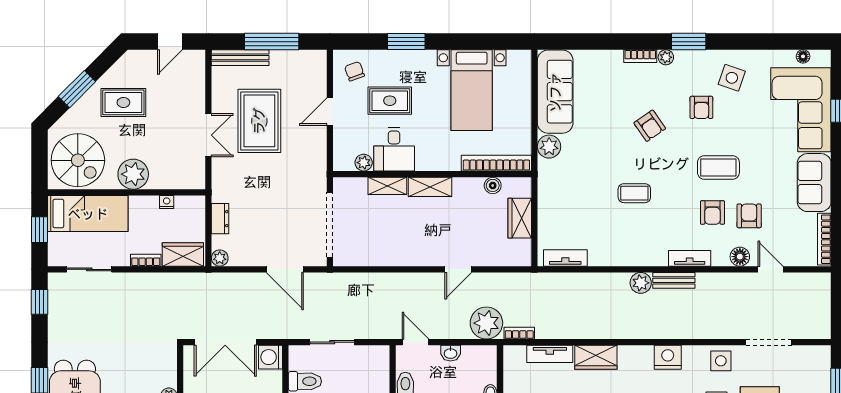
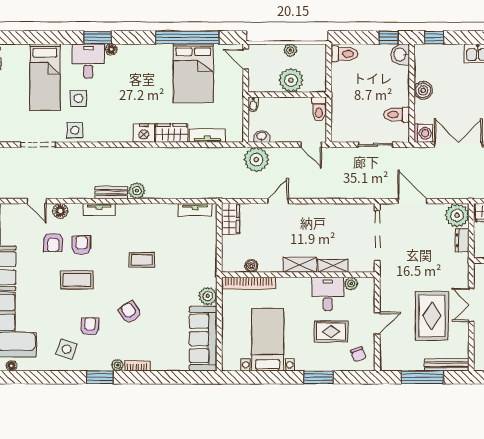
wardrobe: (520, 218) -> (230, 219), moved
plant: (220, 258) -> (457, 215), width x1.88, depth x1.88
bookcase: (519, 333) -> (231, 152), removed
washbasin: (451, 353) -> (262, 136), moved
nightstand: (668, 357) -> (144, 133), moved

